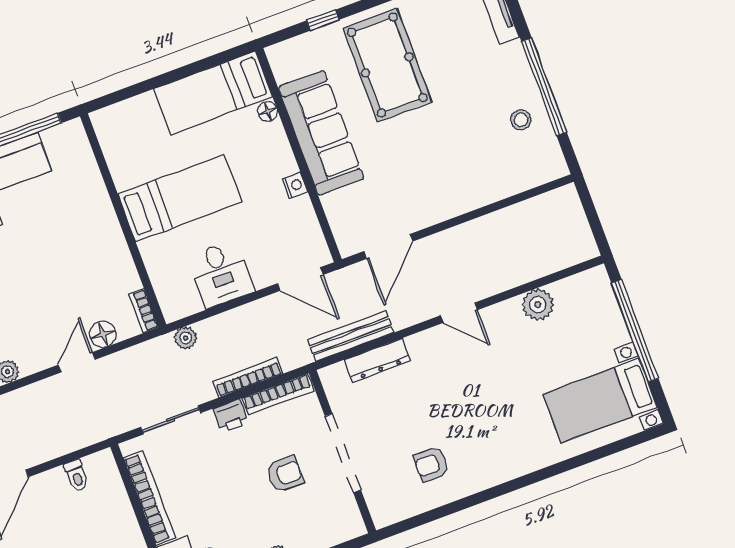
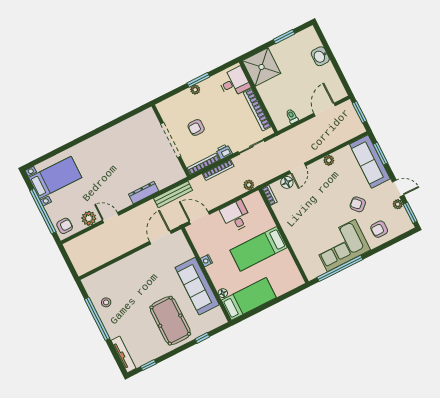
door: (459, 313) -> (111, 218), moved
dresser: (377, 360) -> (144, 193), moved
armchair: (431, 464) -> (65, 226), moved

